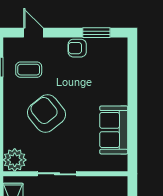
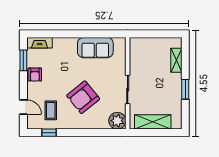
door: (33, 33) -> (23, 107), swing flipped
fireplace: (120, 55) -> (40, 43), added

